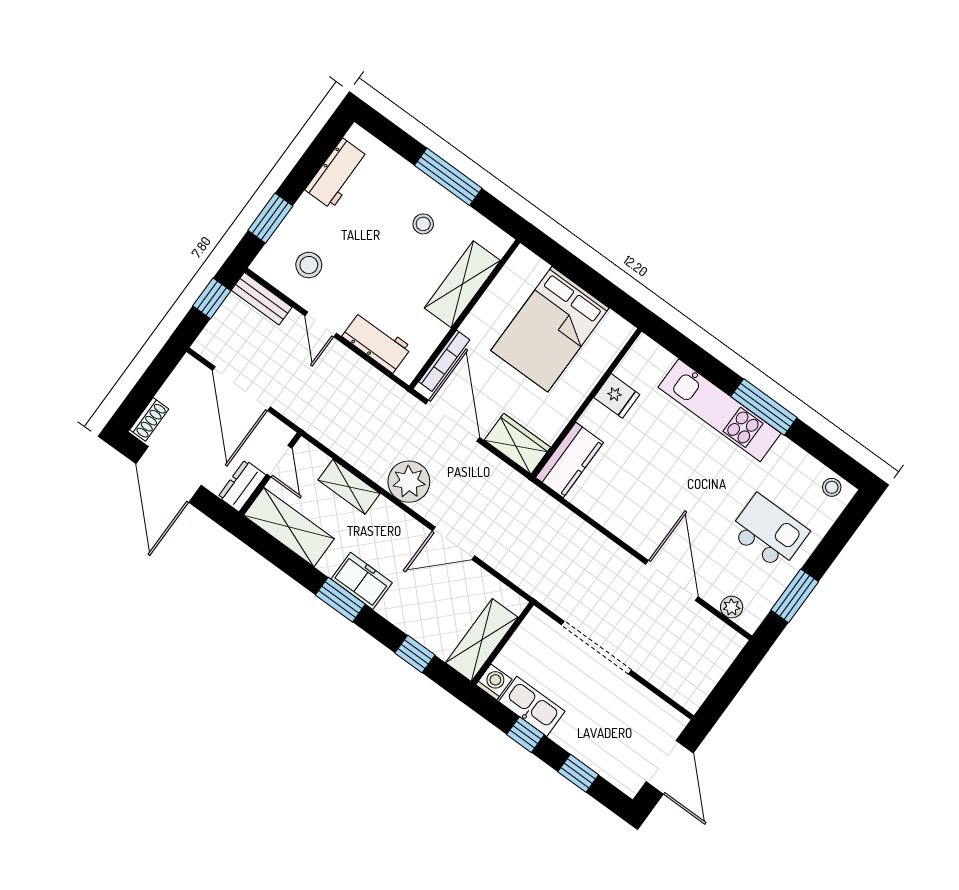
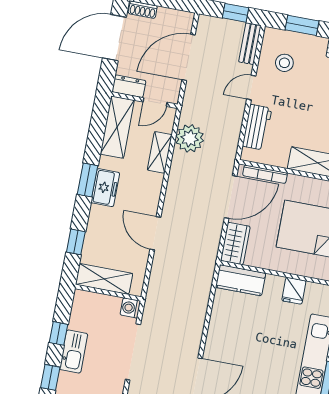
plant: (409, 482) -> (190, 138), moved
washing machine: (494, 682) -> (130, 308), moved, turned 180
kitchen sink: (532, 706) -> (74, 352), moved

